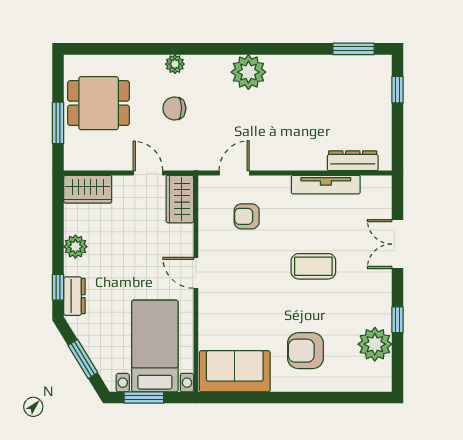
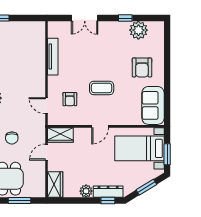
dresser: (353, 161) -> (40, 42), removed
coffee table: (313, 266) -> (102, 88), moved, turned 90
dresser: (74, 296) -> (108, 192), width x1.44

